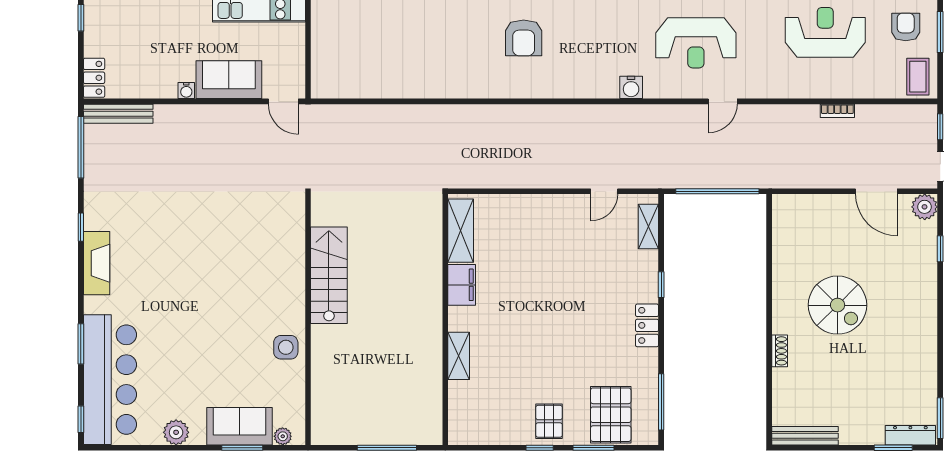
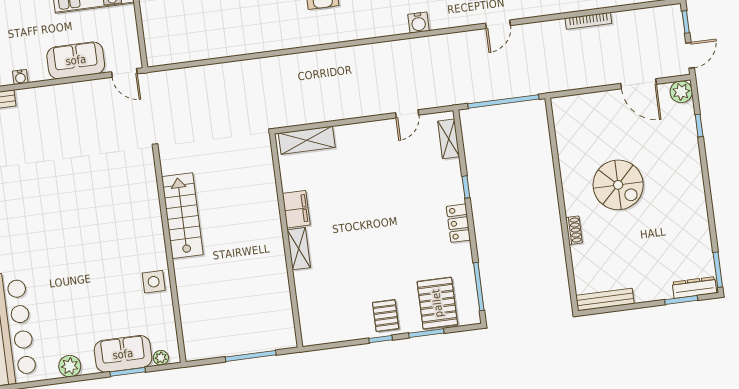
water cooler: (186, 91) -> (20, 77), moved
bookcase: (837, 111) -> (588, 21), width x1.56
shelving: (461, 231) -> (307, 140), moved, turned 90
shelving: (459, 356) -> (299, 249), moved

